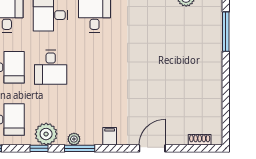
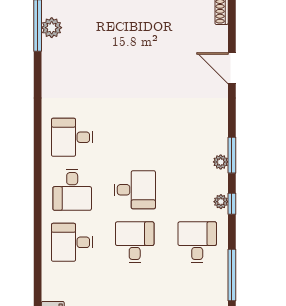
plant: (46, 134) -> (221, 202), width x0.53, depth x0.53
filing cabinet: (110, 136) -> (217, 119), removed

